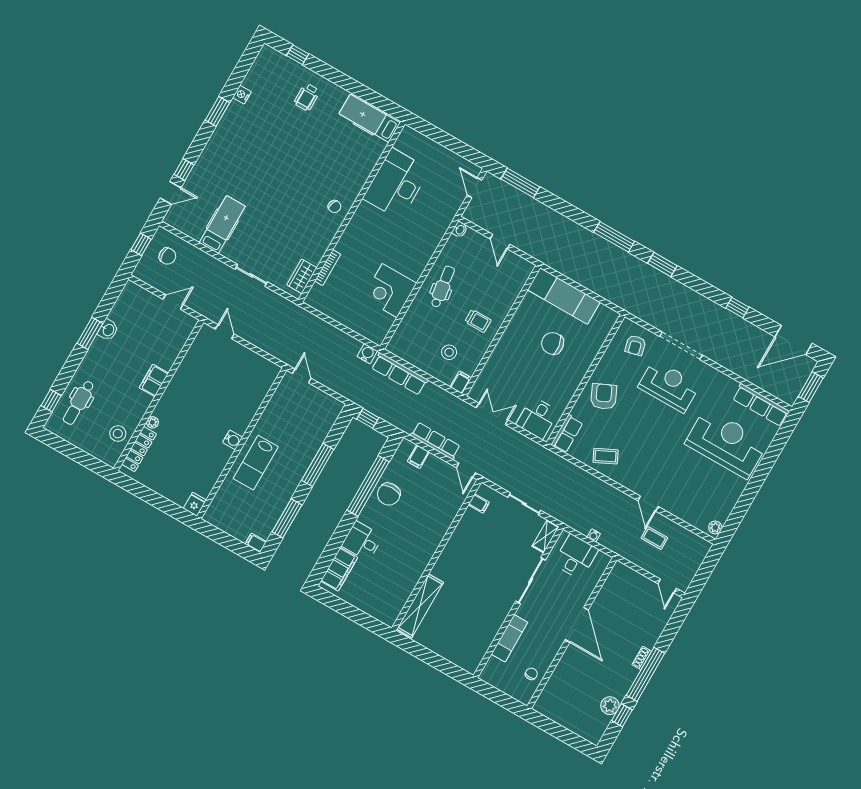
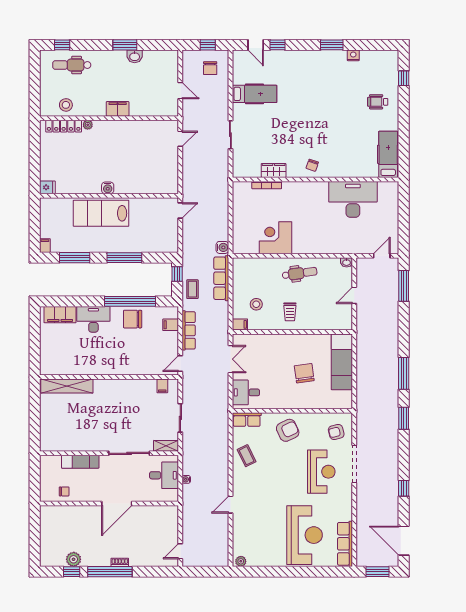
wardrobe: (302, 276) -> (274, 170), moved
lab bench: (256, 463) -> (101, 213), width x1.36, depth x1.39
coffee table: (654, 538) -> (192, 289), moved
desk: (362, 541) -> (93, 319), width x1.37

